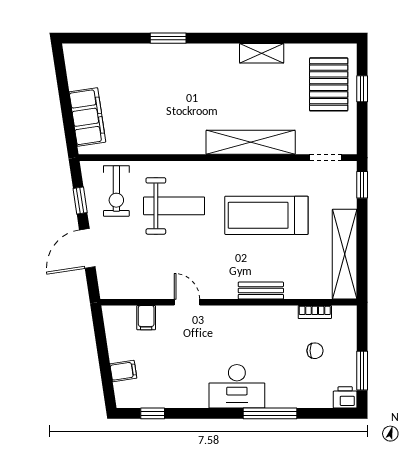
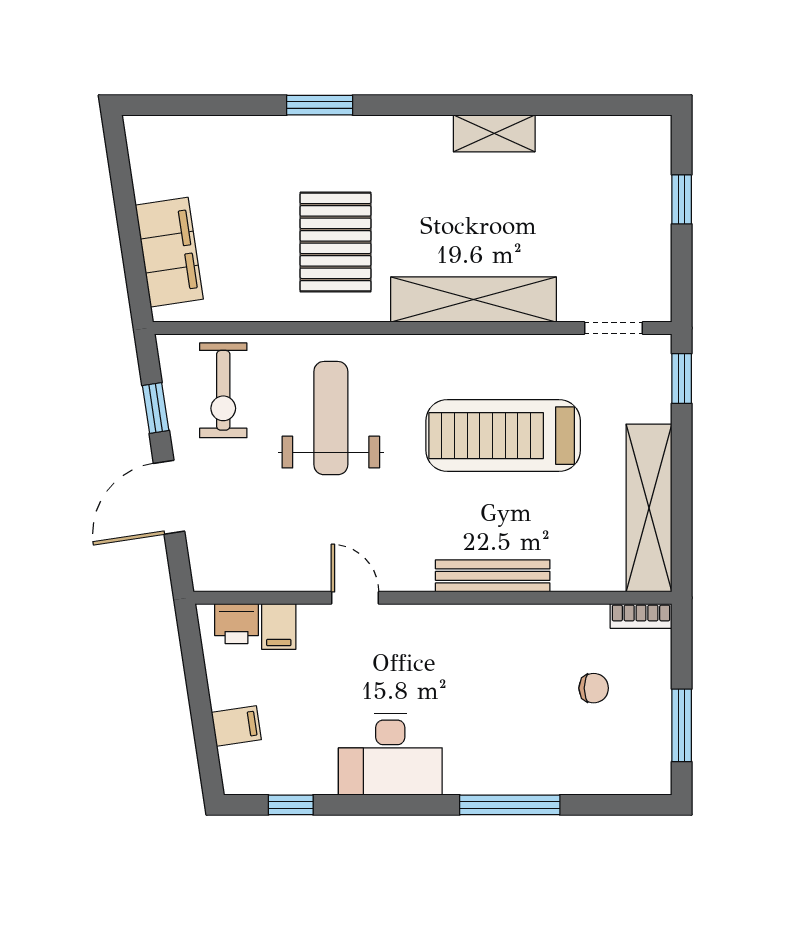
pallet: (329, 84) -> (335, 242), moved
weight bench: (174, 206) -> (331, 418), turned -90
bench: (261, 291) -> (493, 576), width x1.36
bookcase: (315, 312) -> (641, 616), moved
desk: (237, 386) -> (390, 754), moved
printer: (345, 397) -> (236, 624), moved, turned 180

